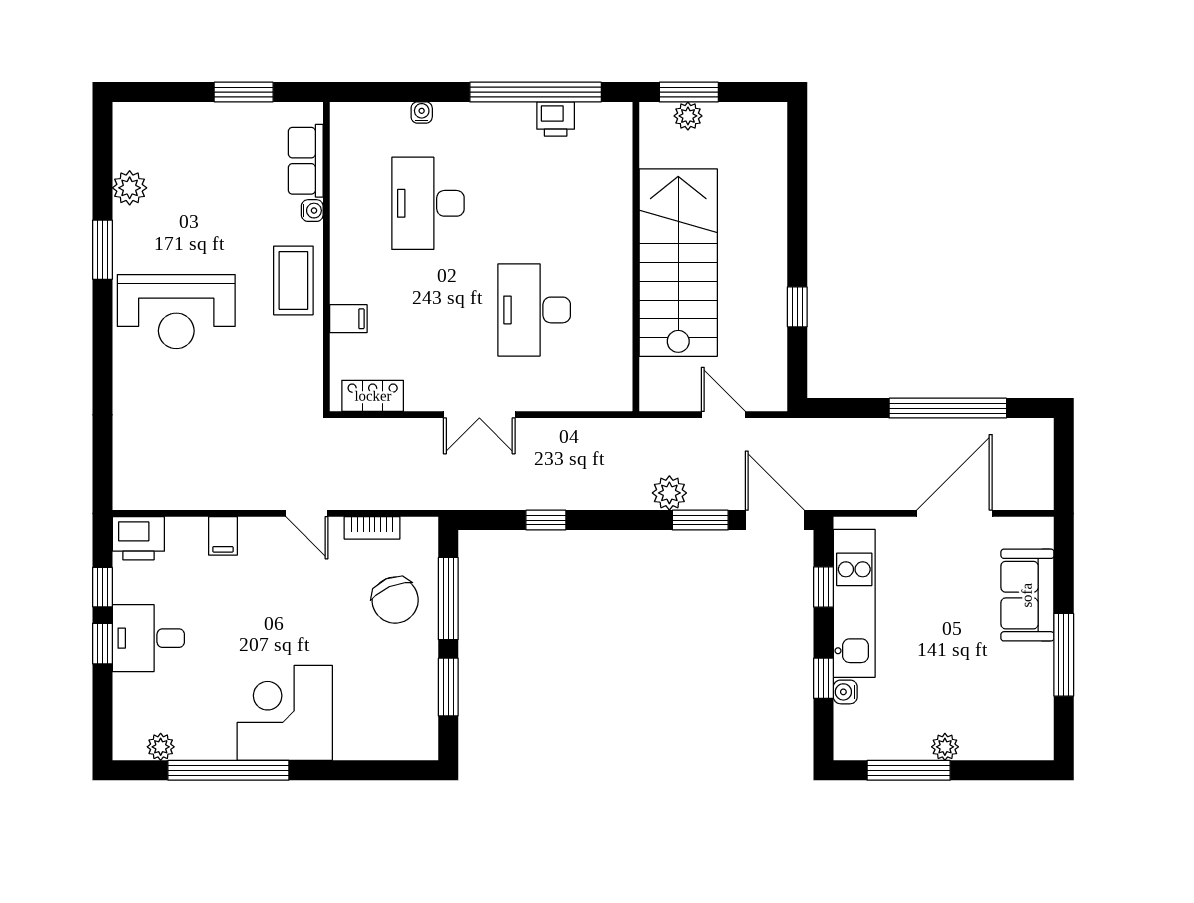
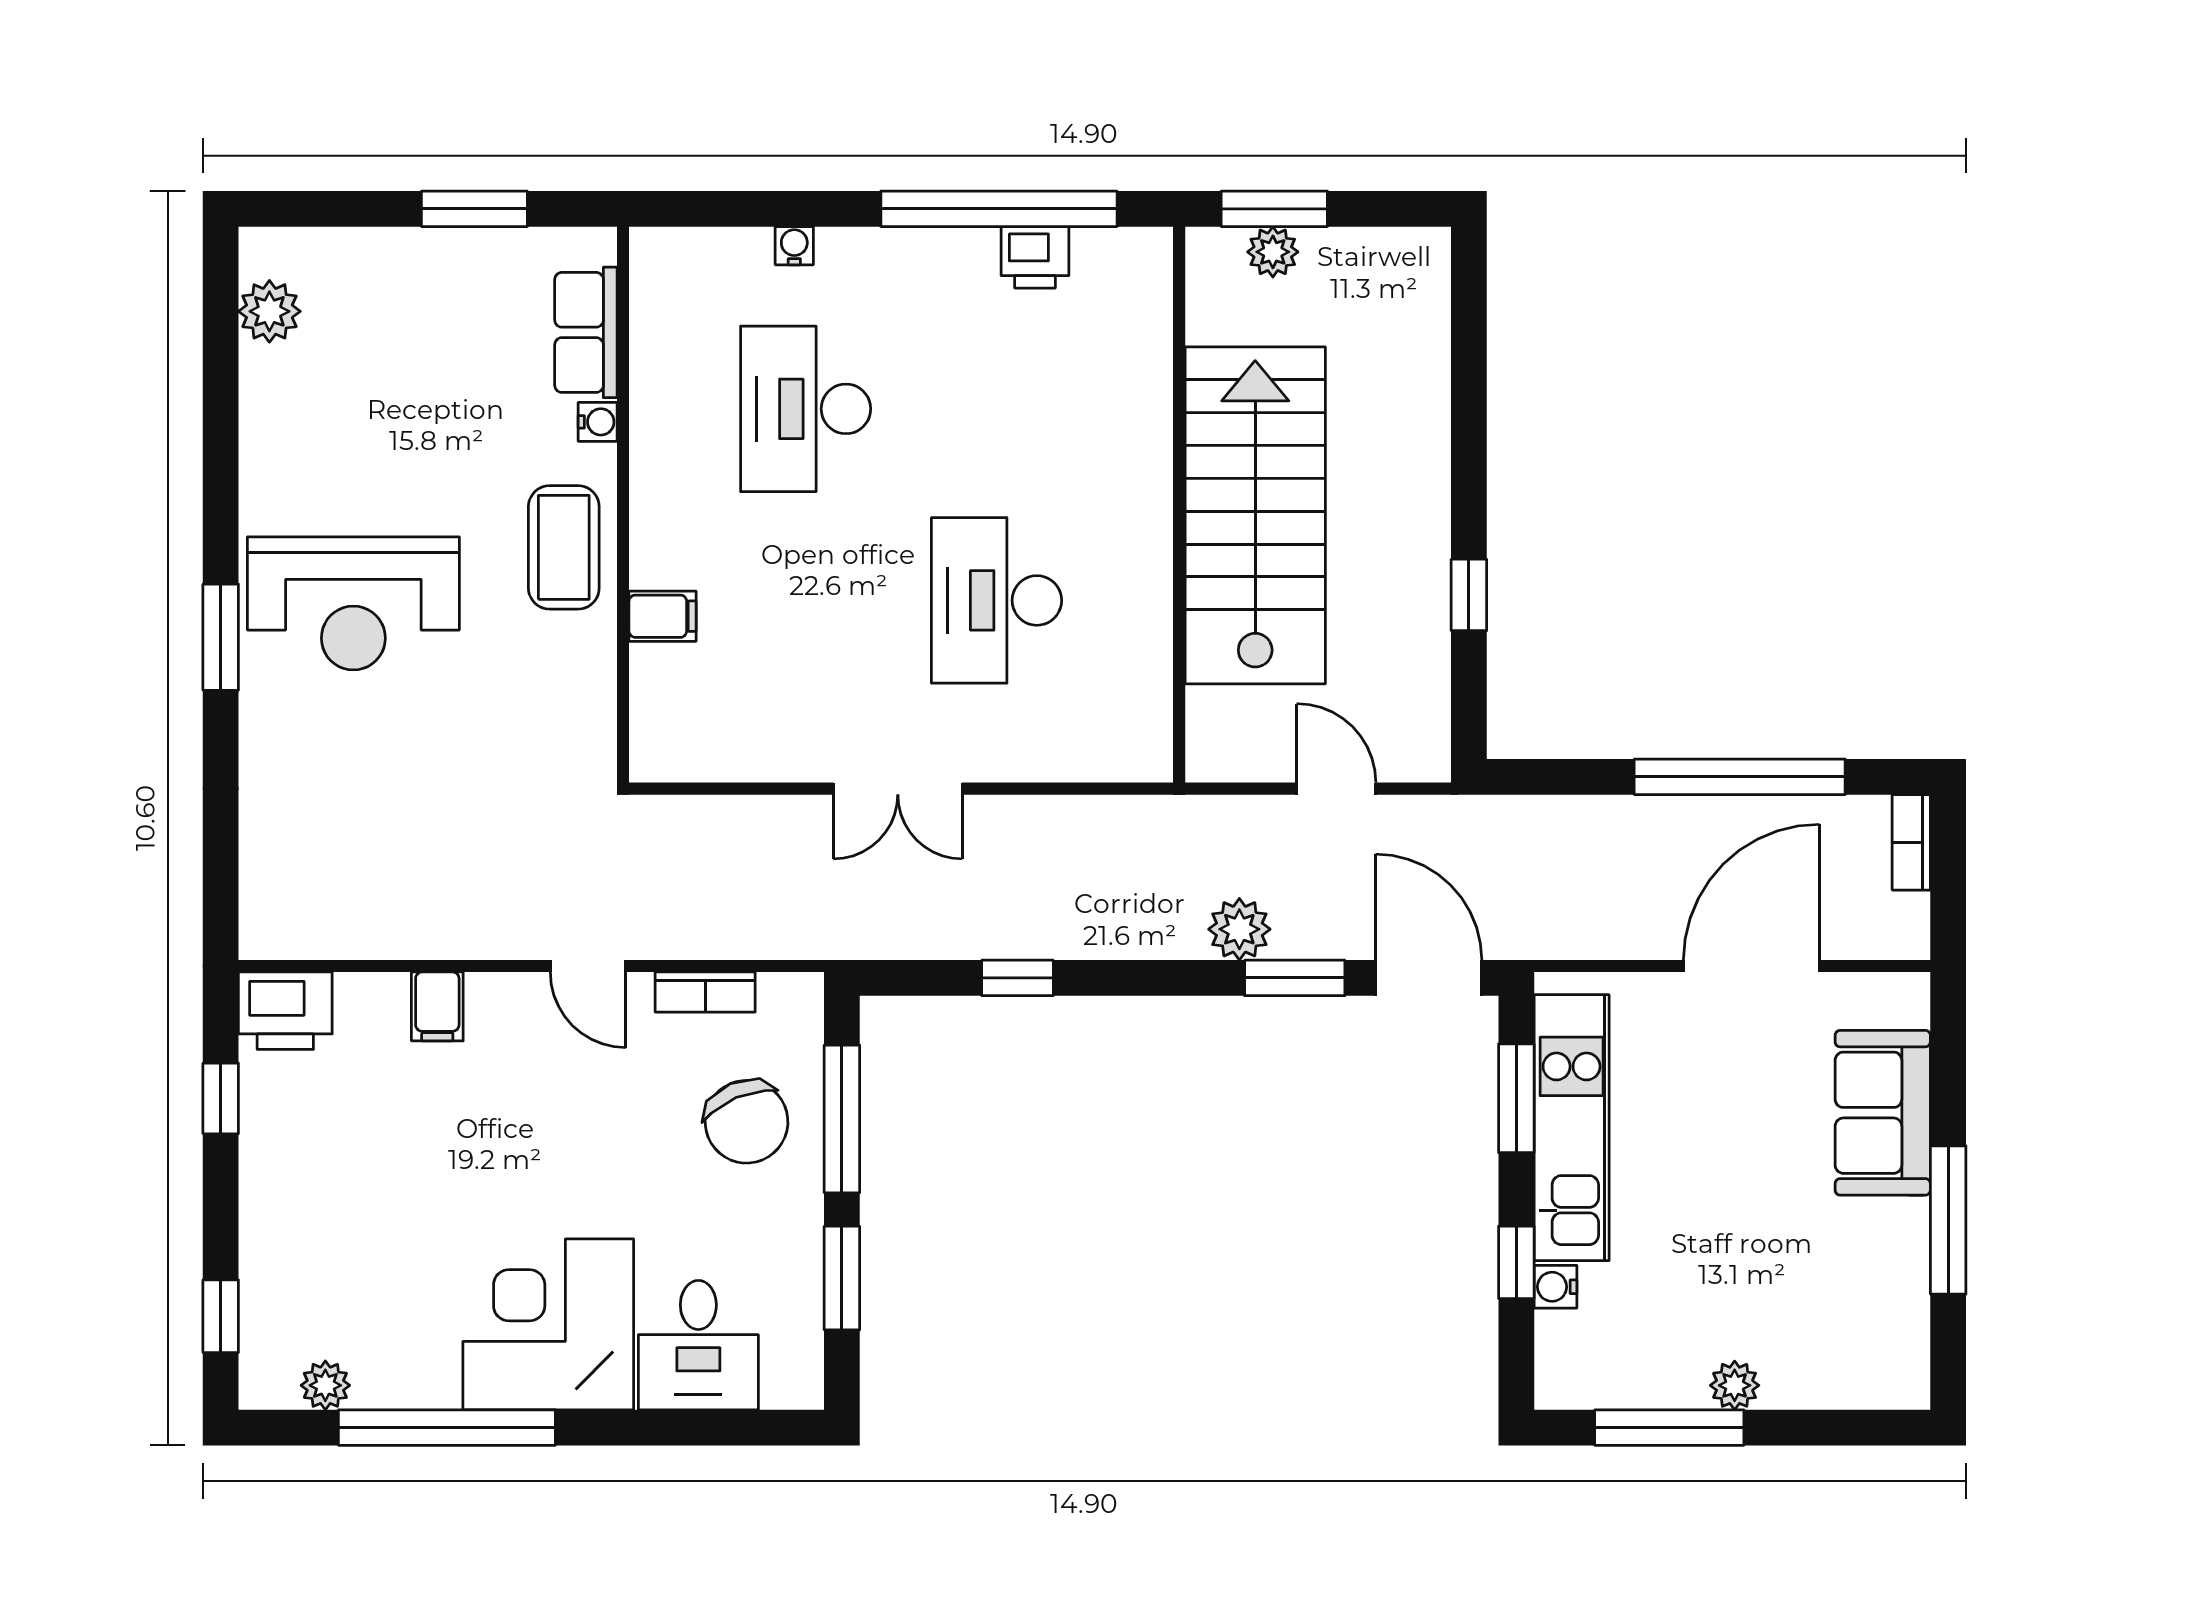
plant: (130, 188) -> (269, 311), moved
window: (102, 250) -> (221, 637), moved
locker: (373, 396) -> (706, 755), removed
bookcase: (1043, 445) -> (1911, 842), added
window: (824, 587) -> (1516, 1098), width x1.50
desk: (148, 638) -> (698, 1345), moved, turned -90
window: (102, 644) -> (221, 1316), moved

